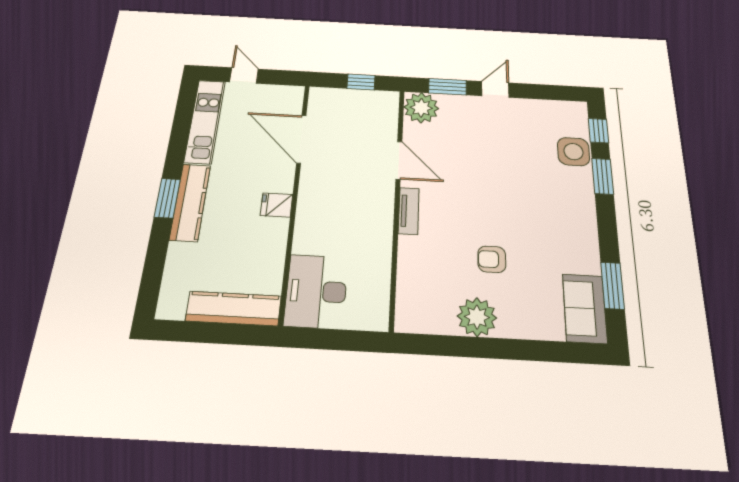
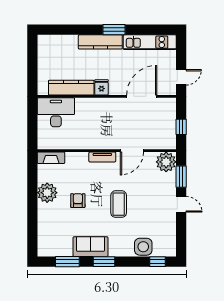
door: (244, 76) -> (181, 77), moved
window: (603, 176) -> (104, 262), moved
coffee table: (497, 188) -> (119, 204), added
window: (167, 198) -> (114, 30), moved
fireplace: (407, 306) -> (51, 158), added
kitchen counter: (234, 308) -> (71, 88), moved, turned -90
sofa: (585, 308) -> (90, 247), moved

